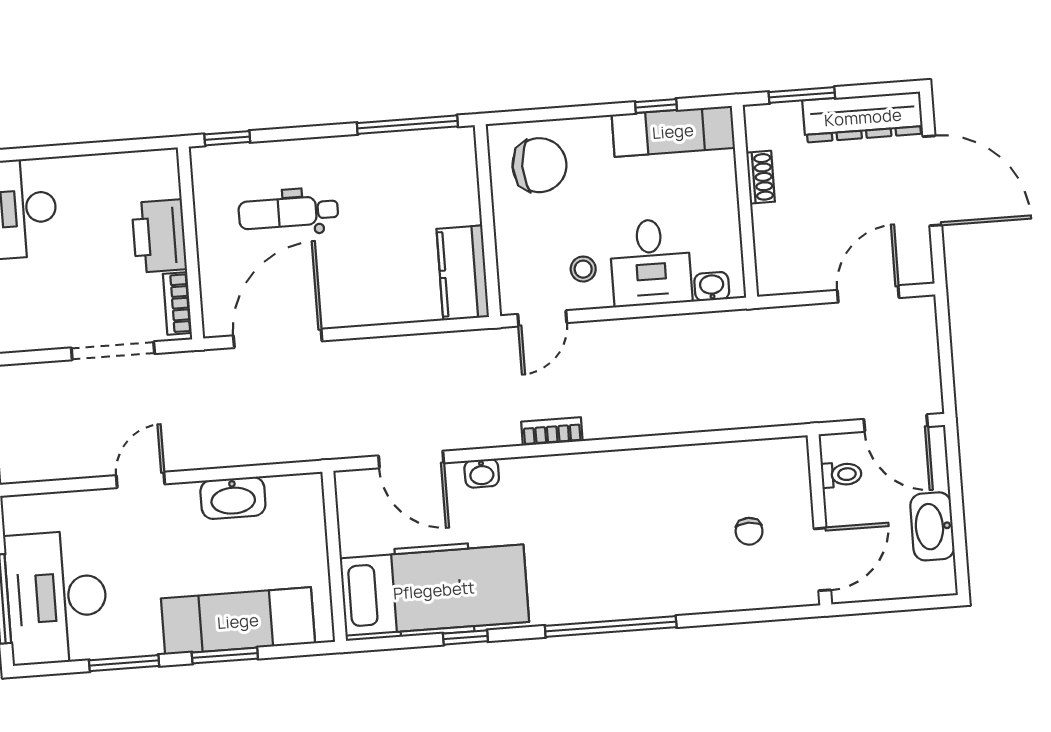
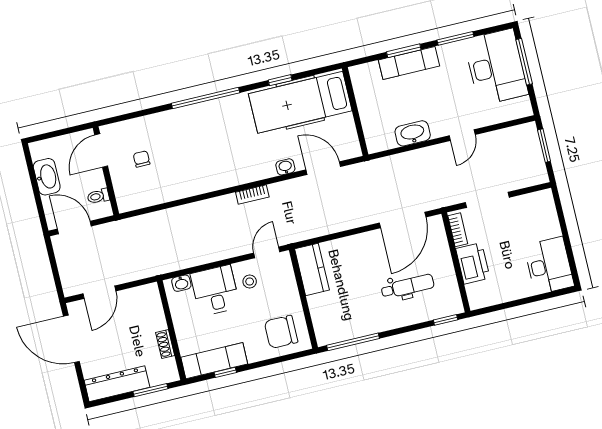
door: (932, 181) -> (71, 339), moved
exam couch: (238, 621) -> (409, 63), width x0.73, depth x0.69

